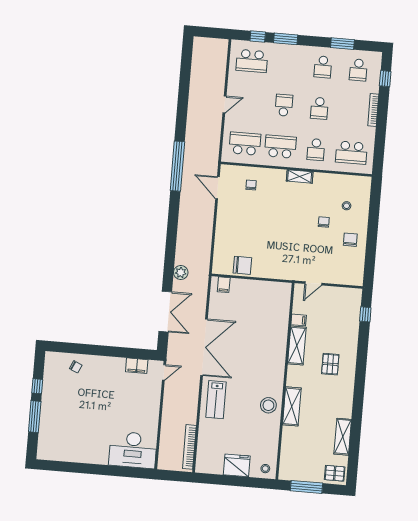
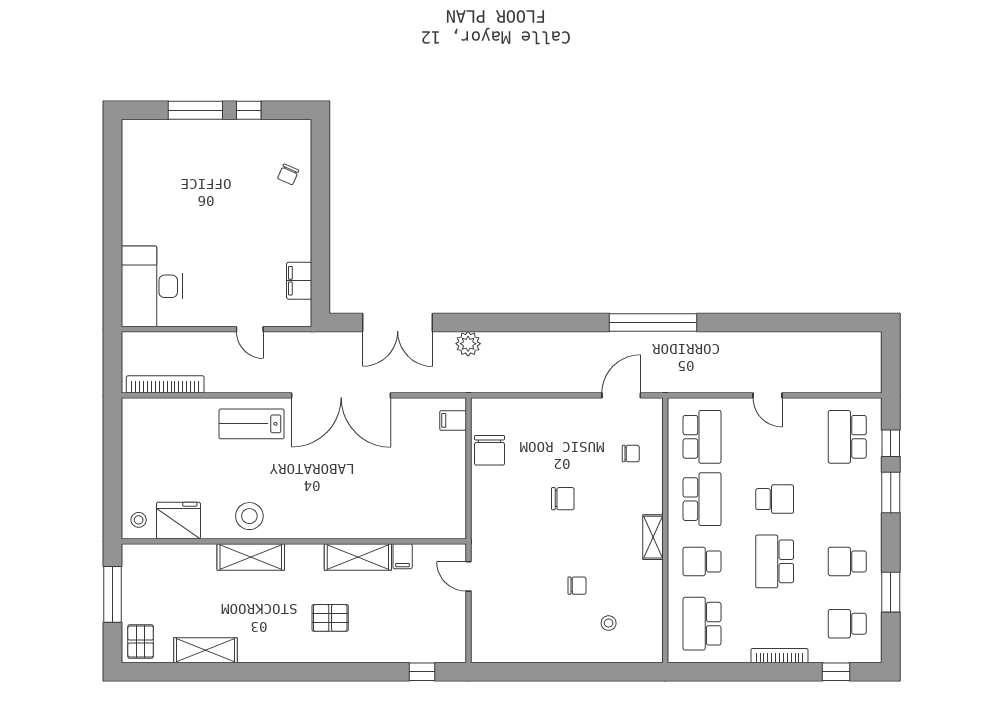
school desk: (319, 108) -> (775, 561), width x1.85
chair: (350, 240) -> (563, 499), moved
door: (164, 372) -> (250, 329), moved
fridge: (237, 465) -> (178, 521), moved, turned -90

